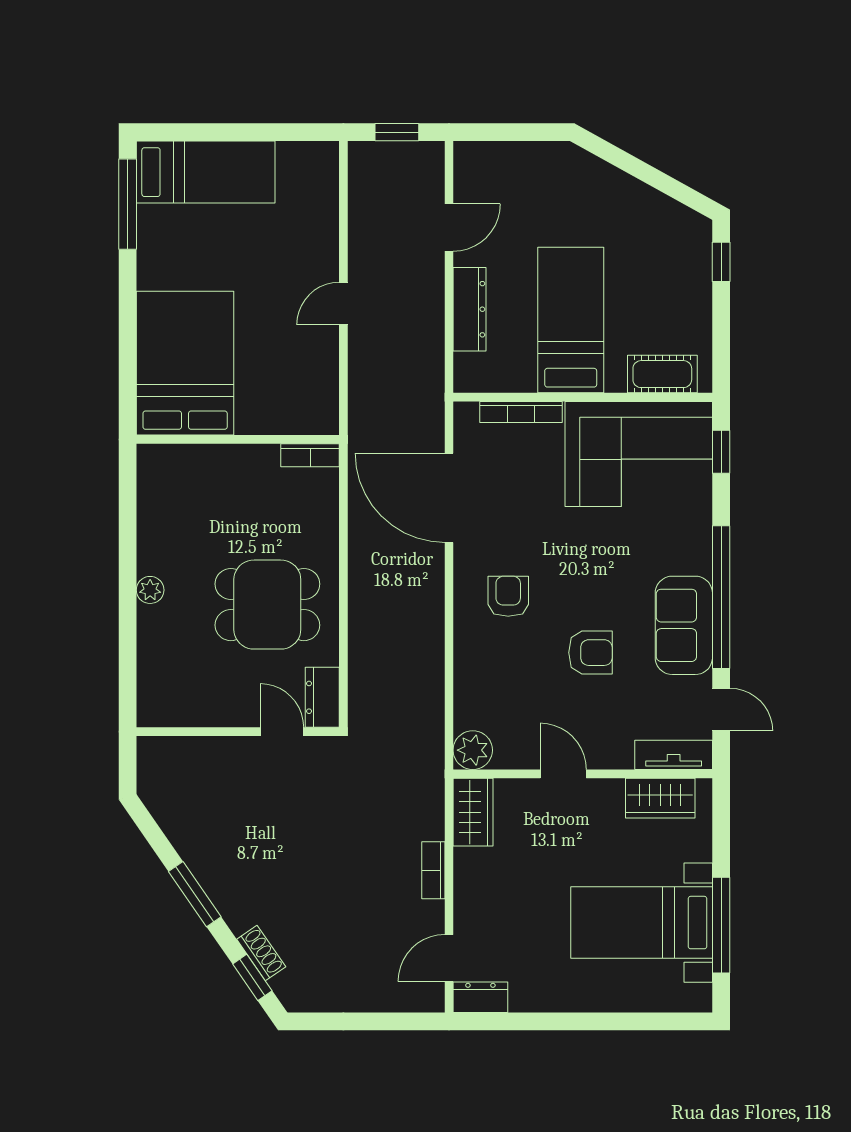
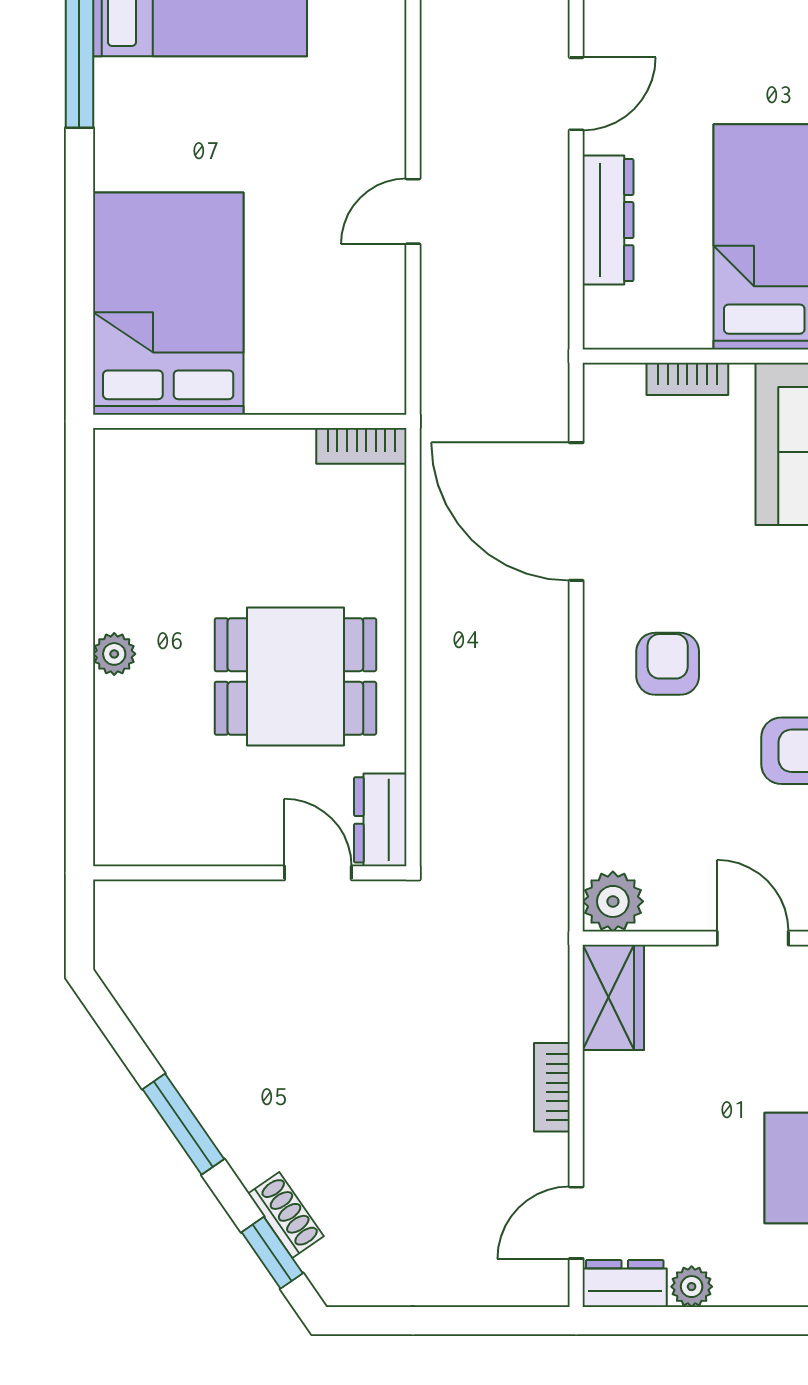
bookcase: (521, 412) -> (687, 379), width x0.64
plant: (524, 999) -> (692, 1287), added

